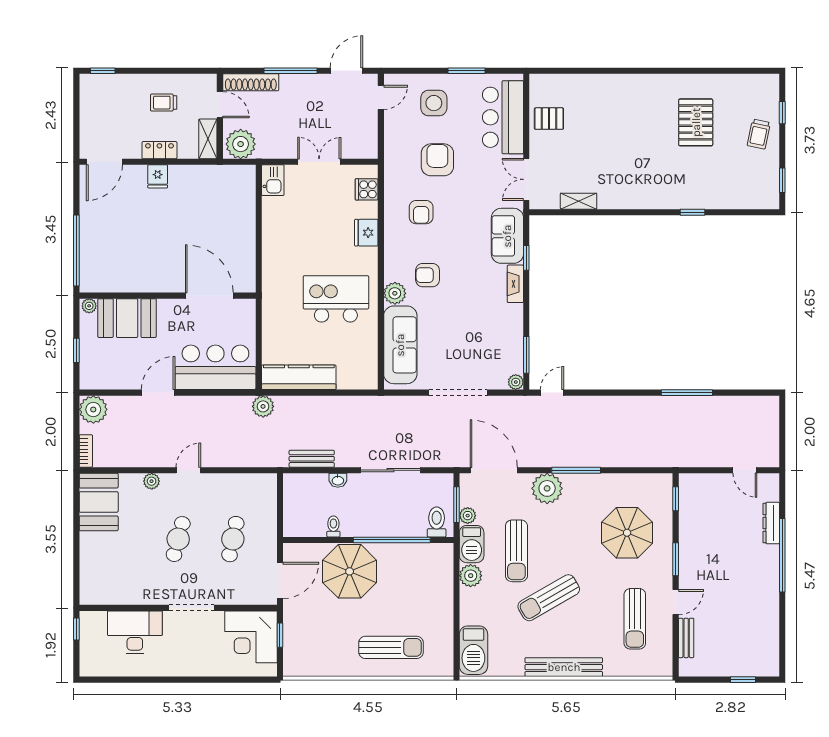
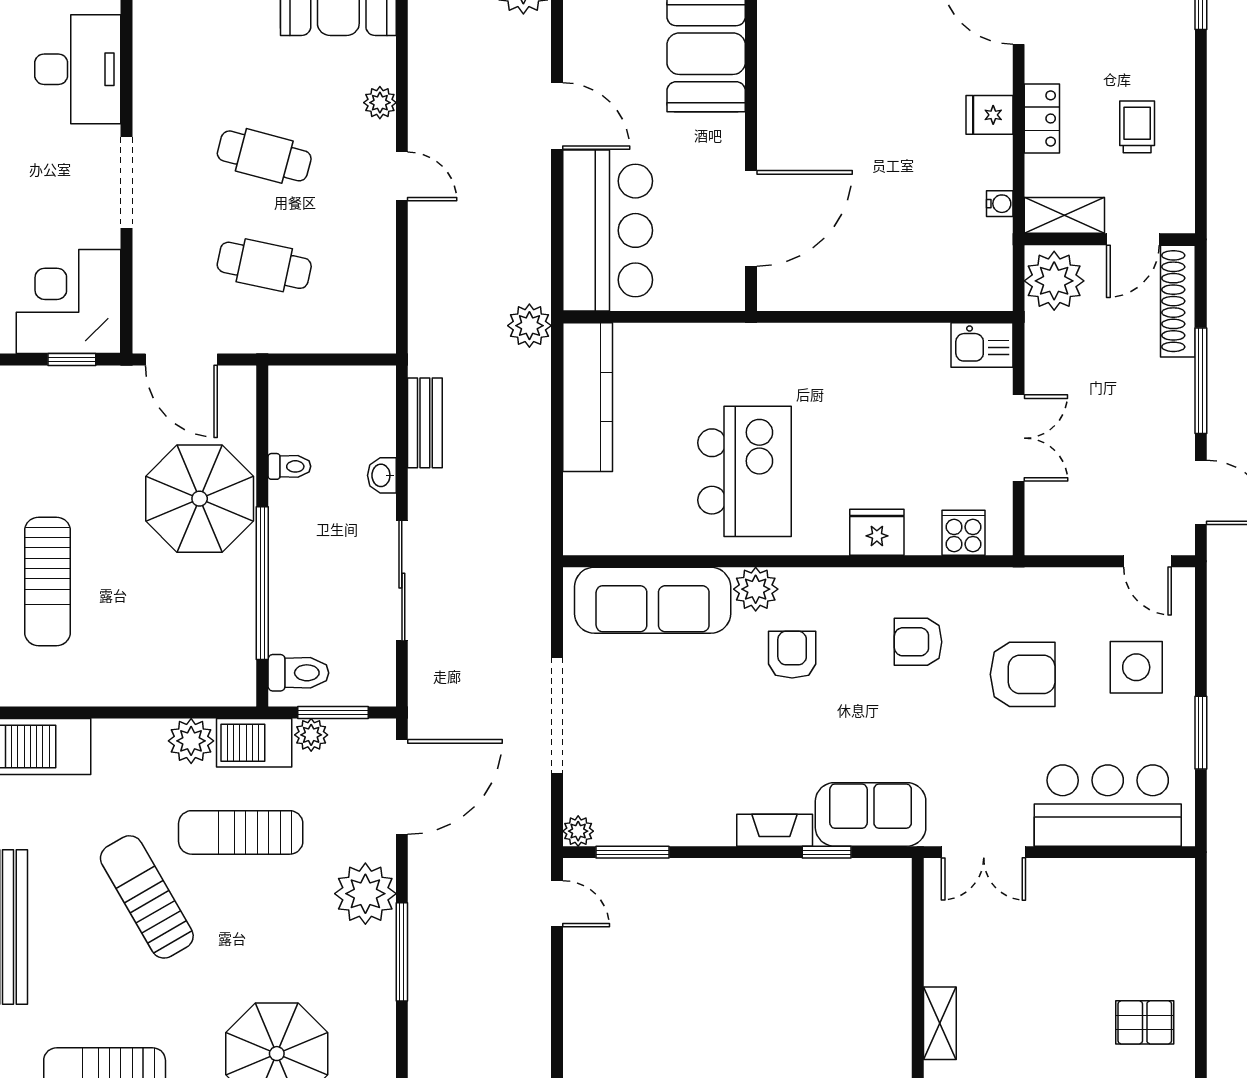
pallet: (549, 119) -> (1145, 1022), moved, turned 90
water cooler: (202, 171) -> (1000, 204), added
double door: (526, 179) -> (984, 852), swing flipped
shelving: (579, 201) -> (940, 1023), moved

